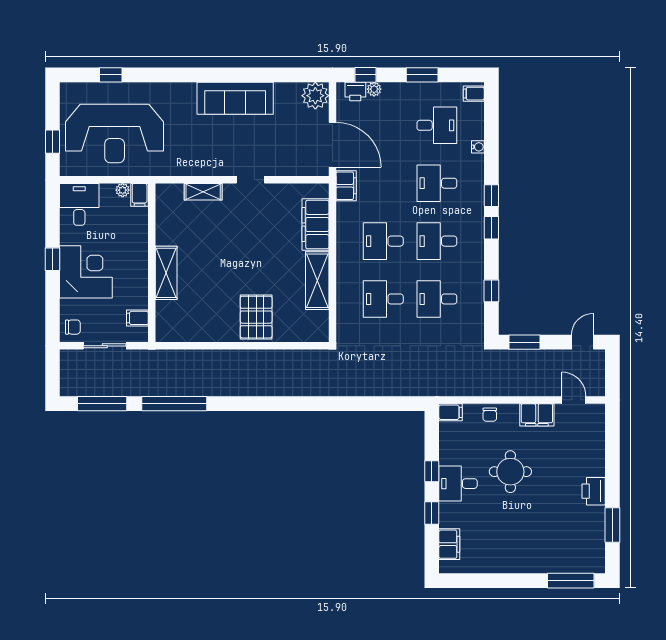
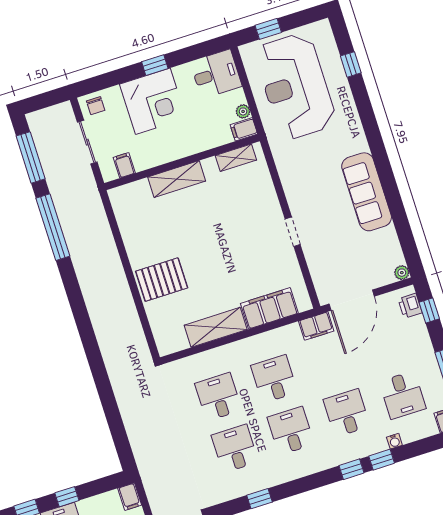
plant: (374, 89) -> (418, 323), removed
plant: (315, 96) -> (402, 273), width x0.53, depth x0.53
shelving: (203, 192) -> (236, 158), moved, turned 90
window: (491, 228) -> (382, 460), moved

